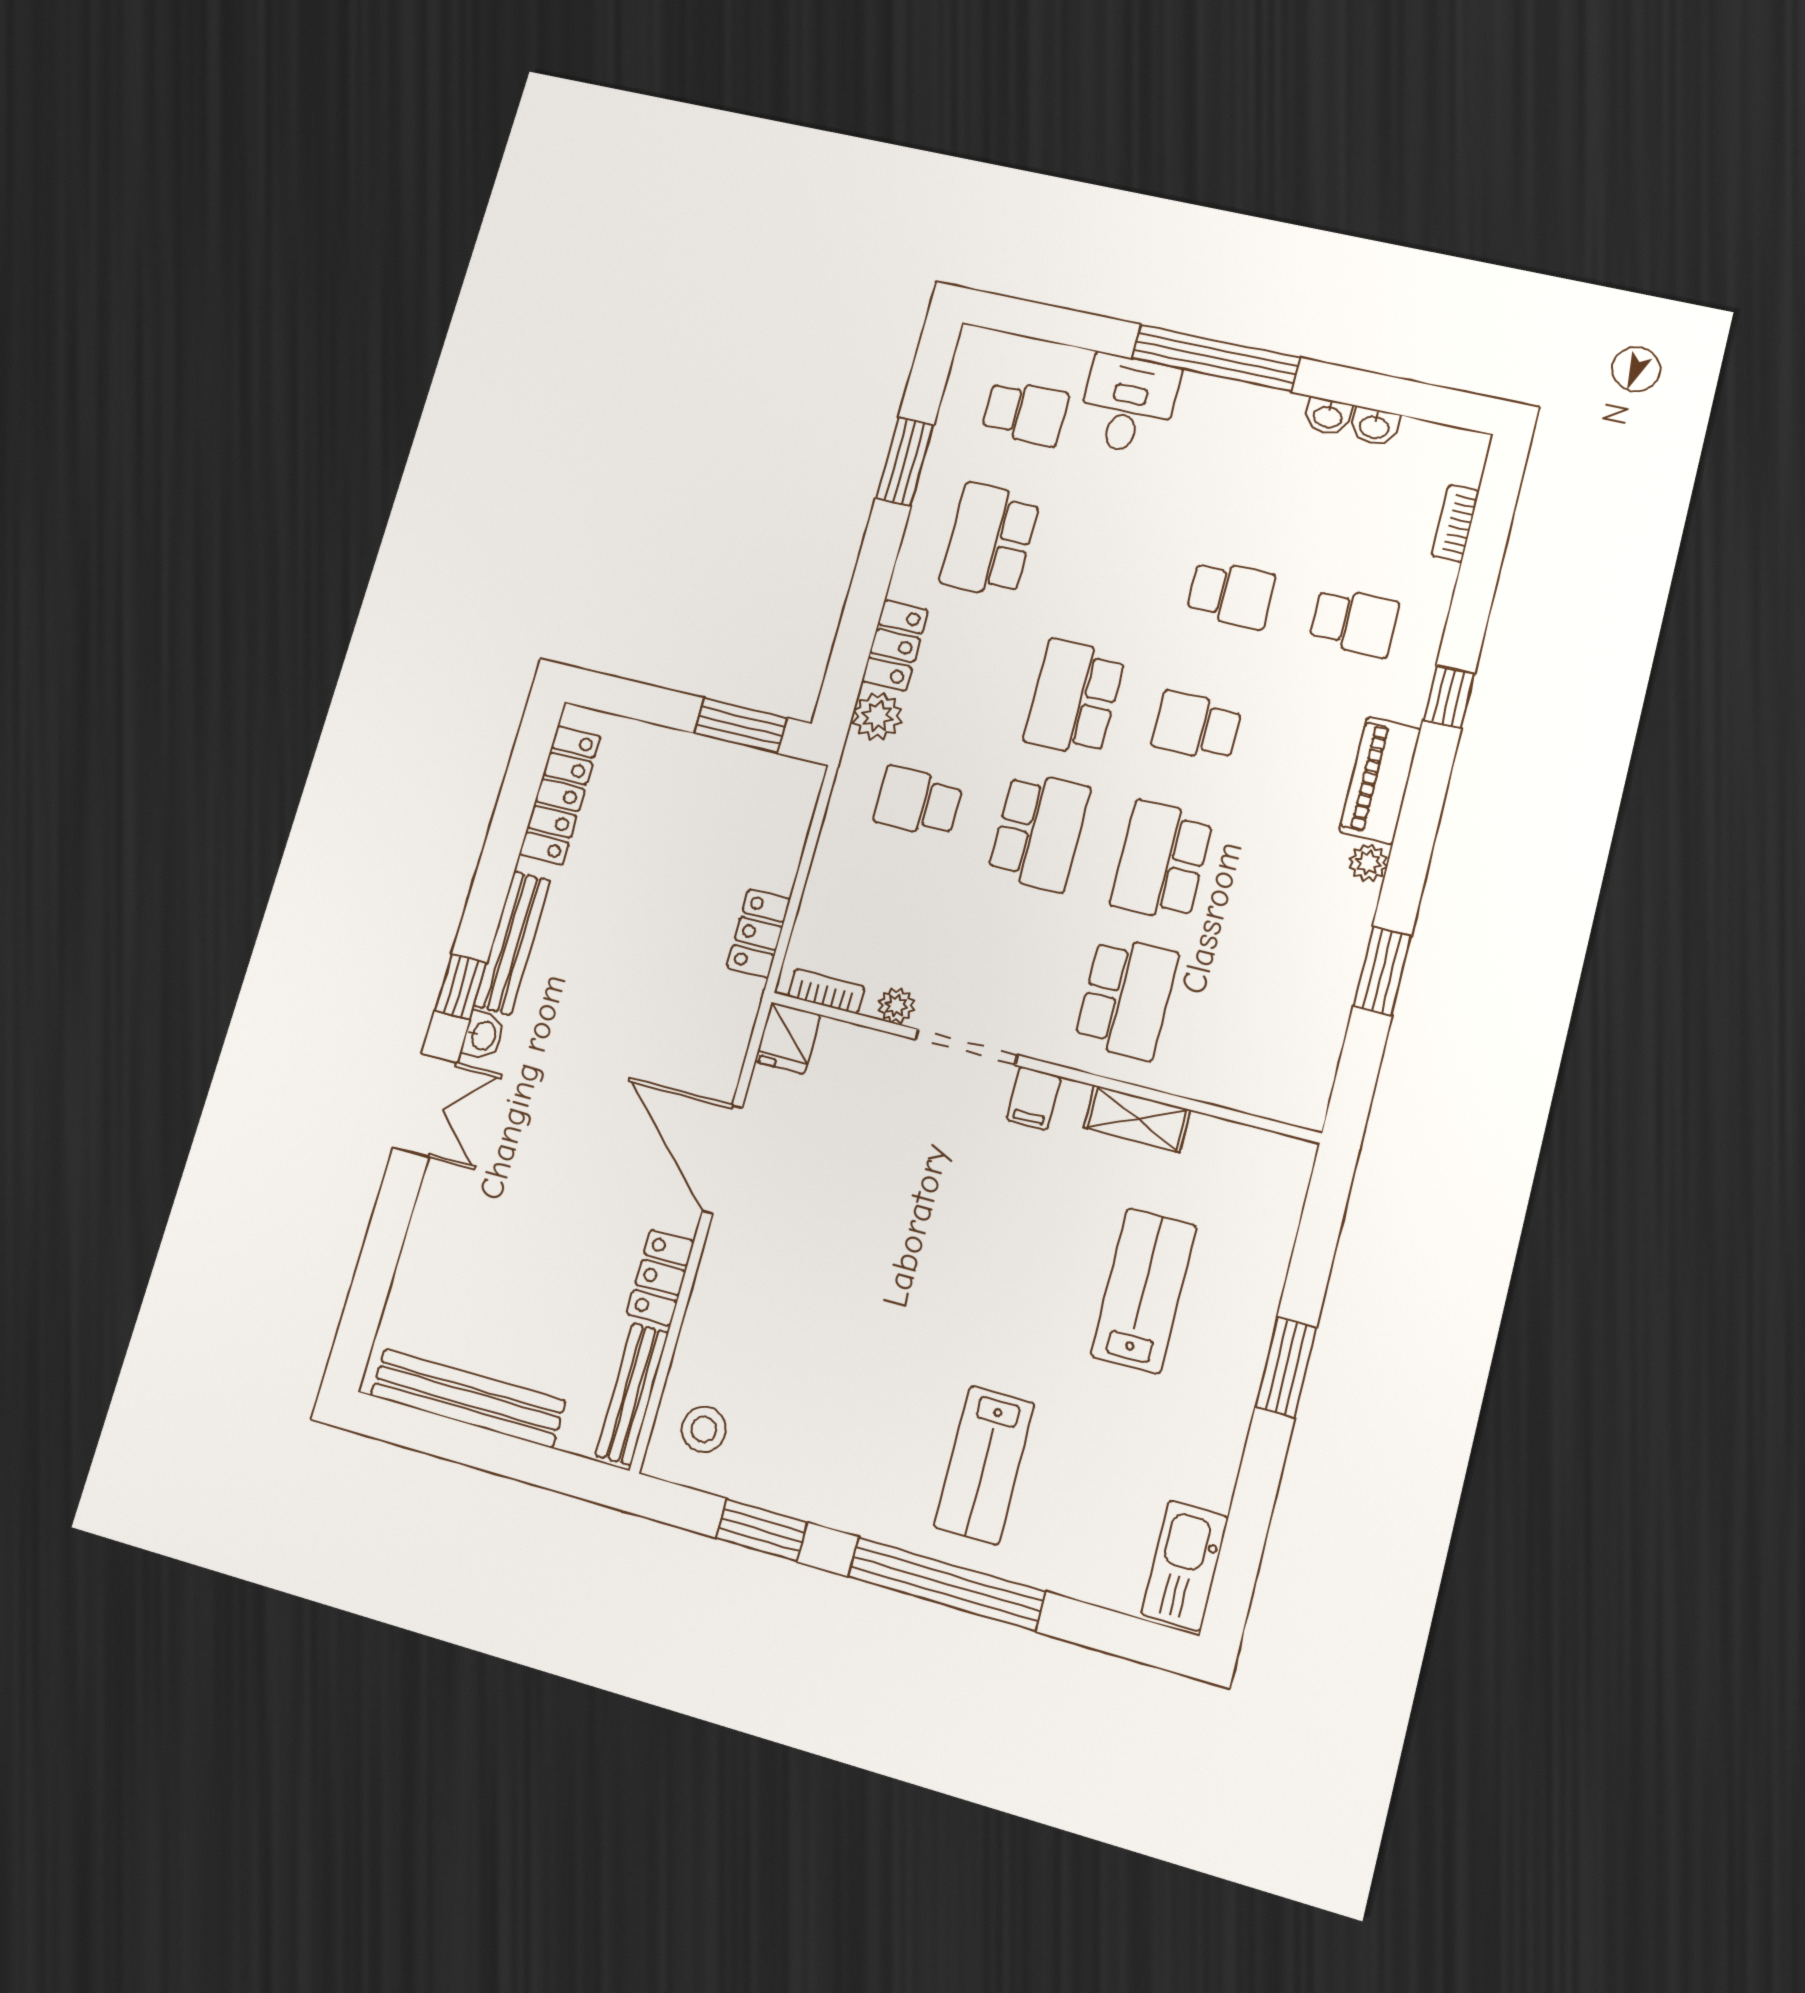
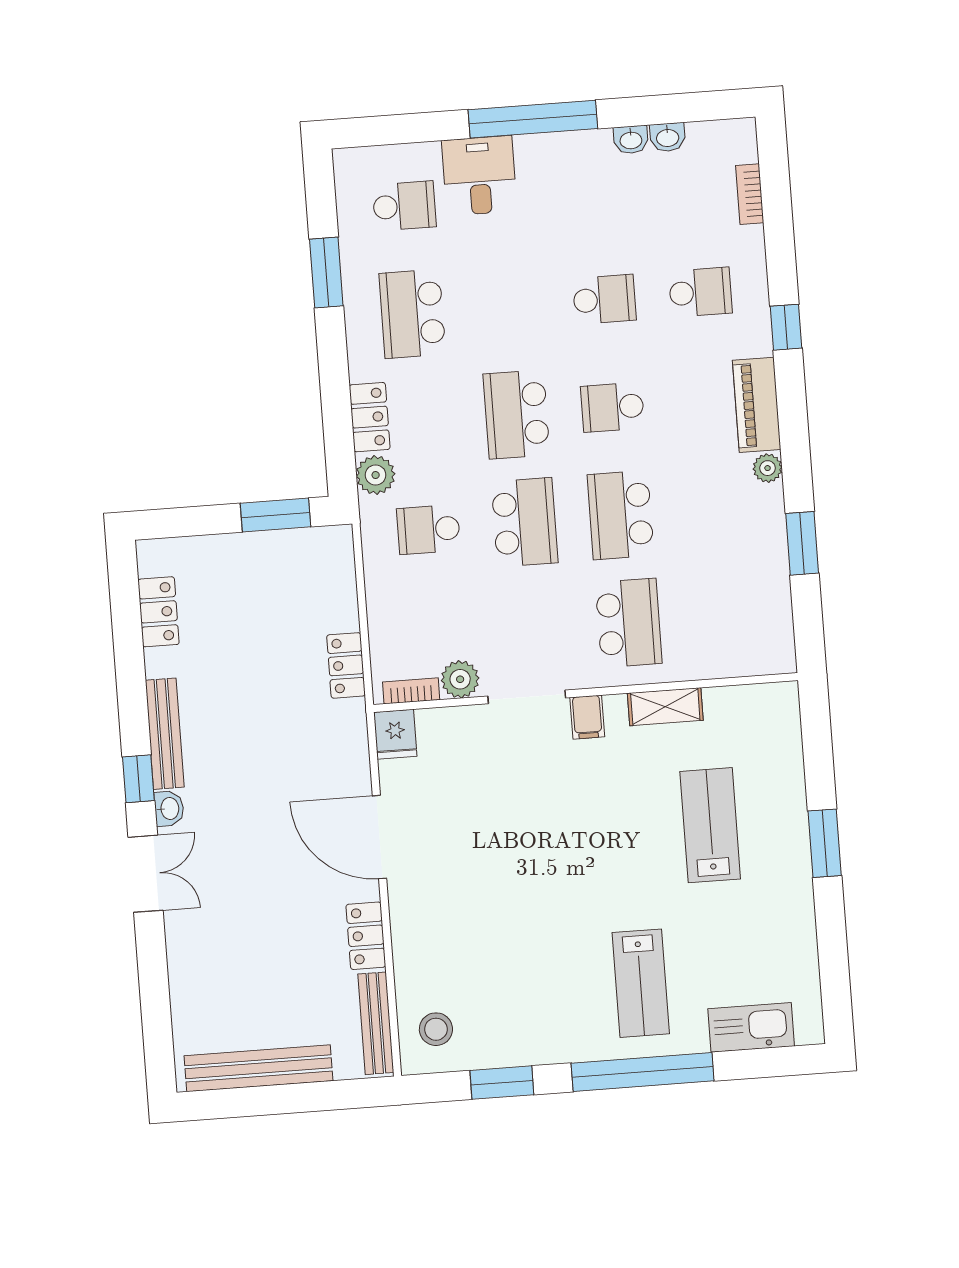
locker: (560, 795) -> (159, 612), width x0.66
plant: (896, 1005) -> (460, 679), width x1.38, depth x1.38
kitchen sink: (1185, 1566) -> (751, 1027), moved, turned 90

